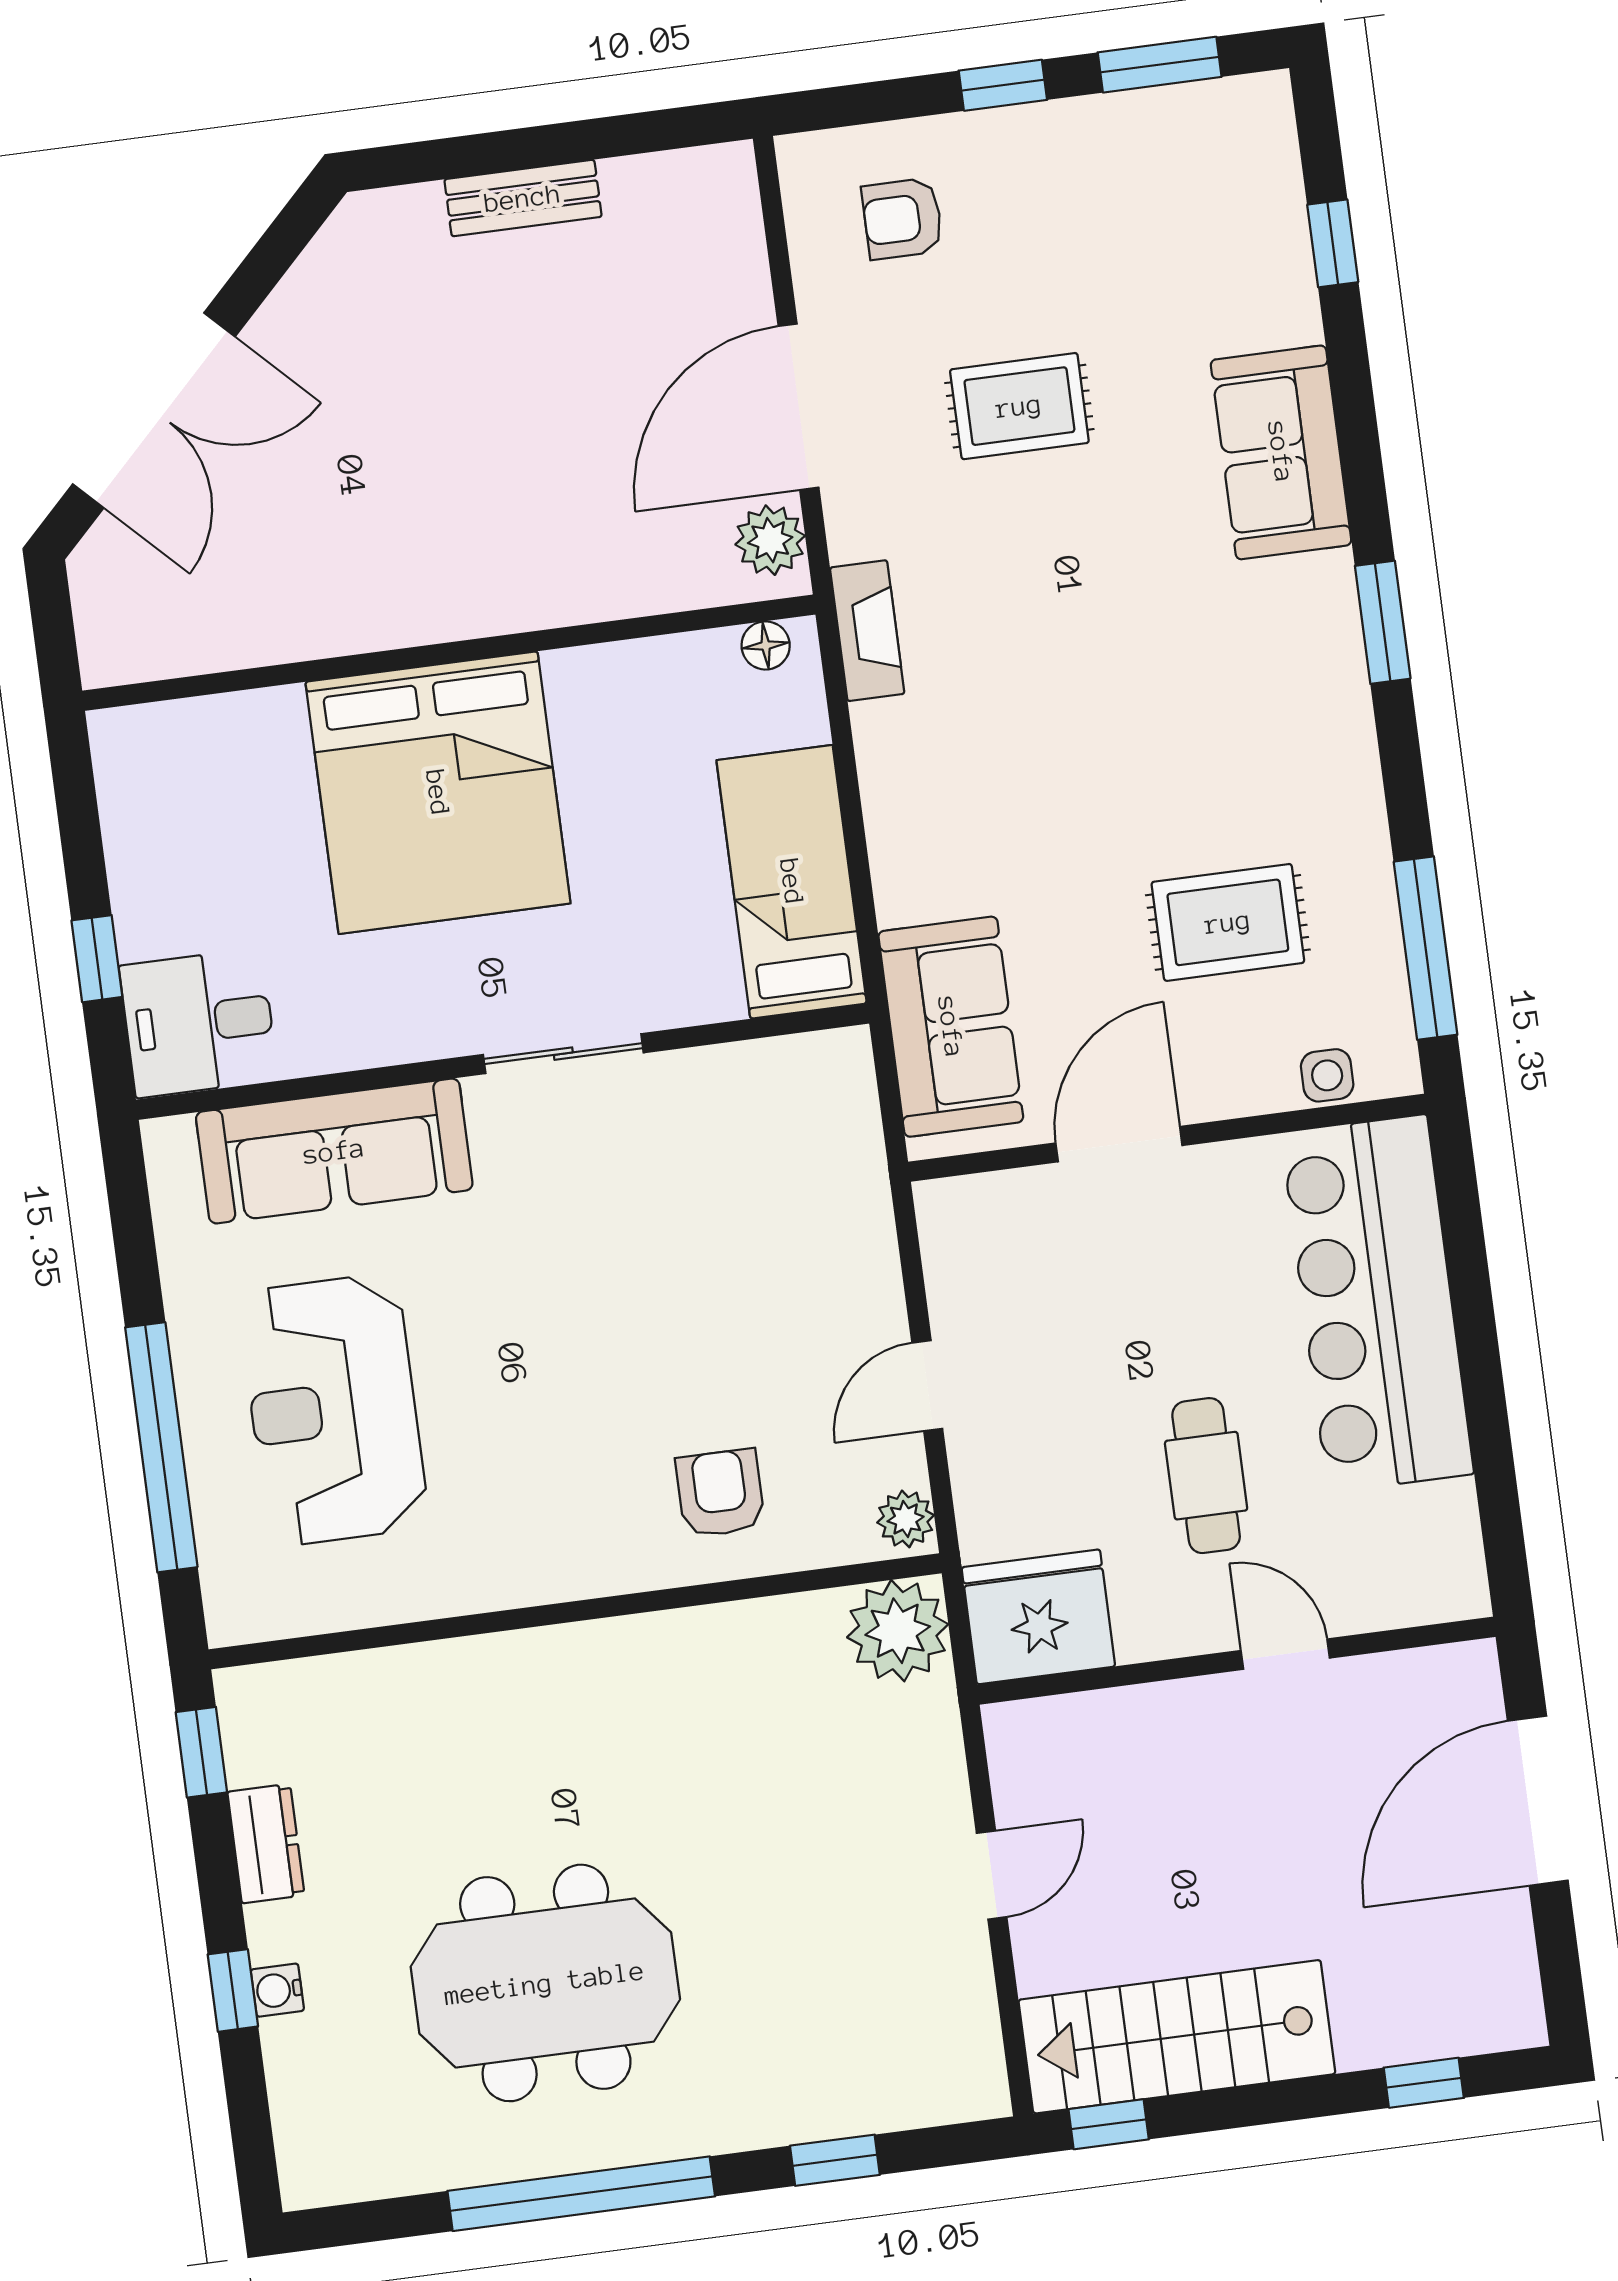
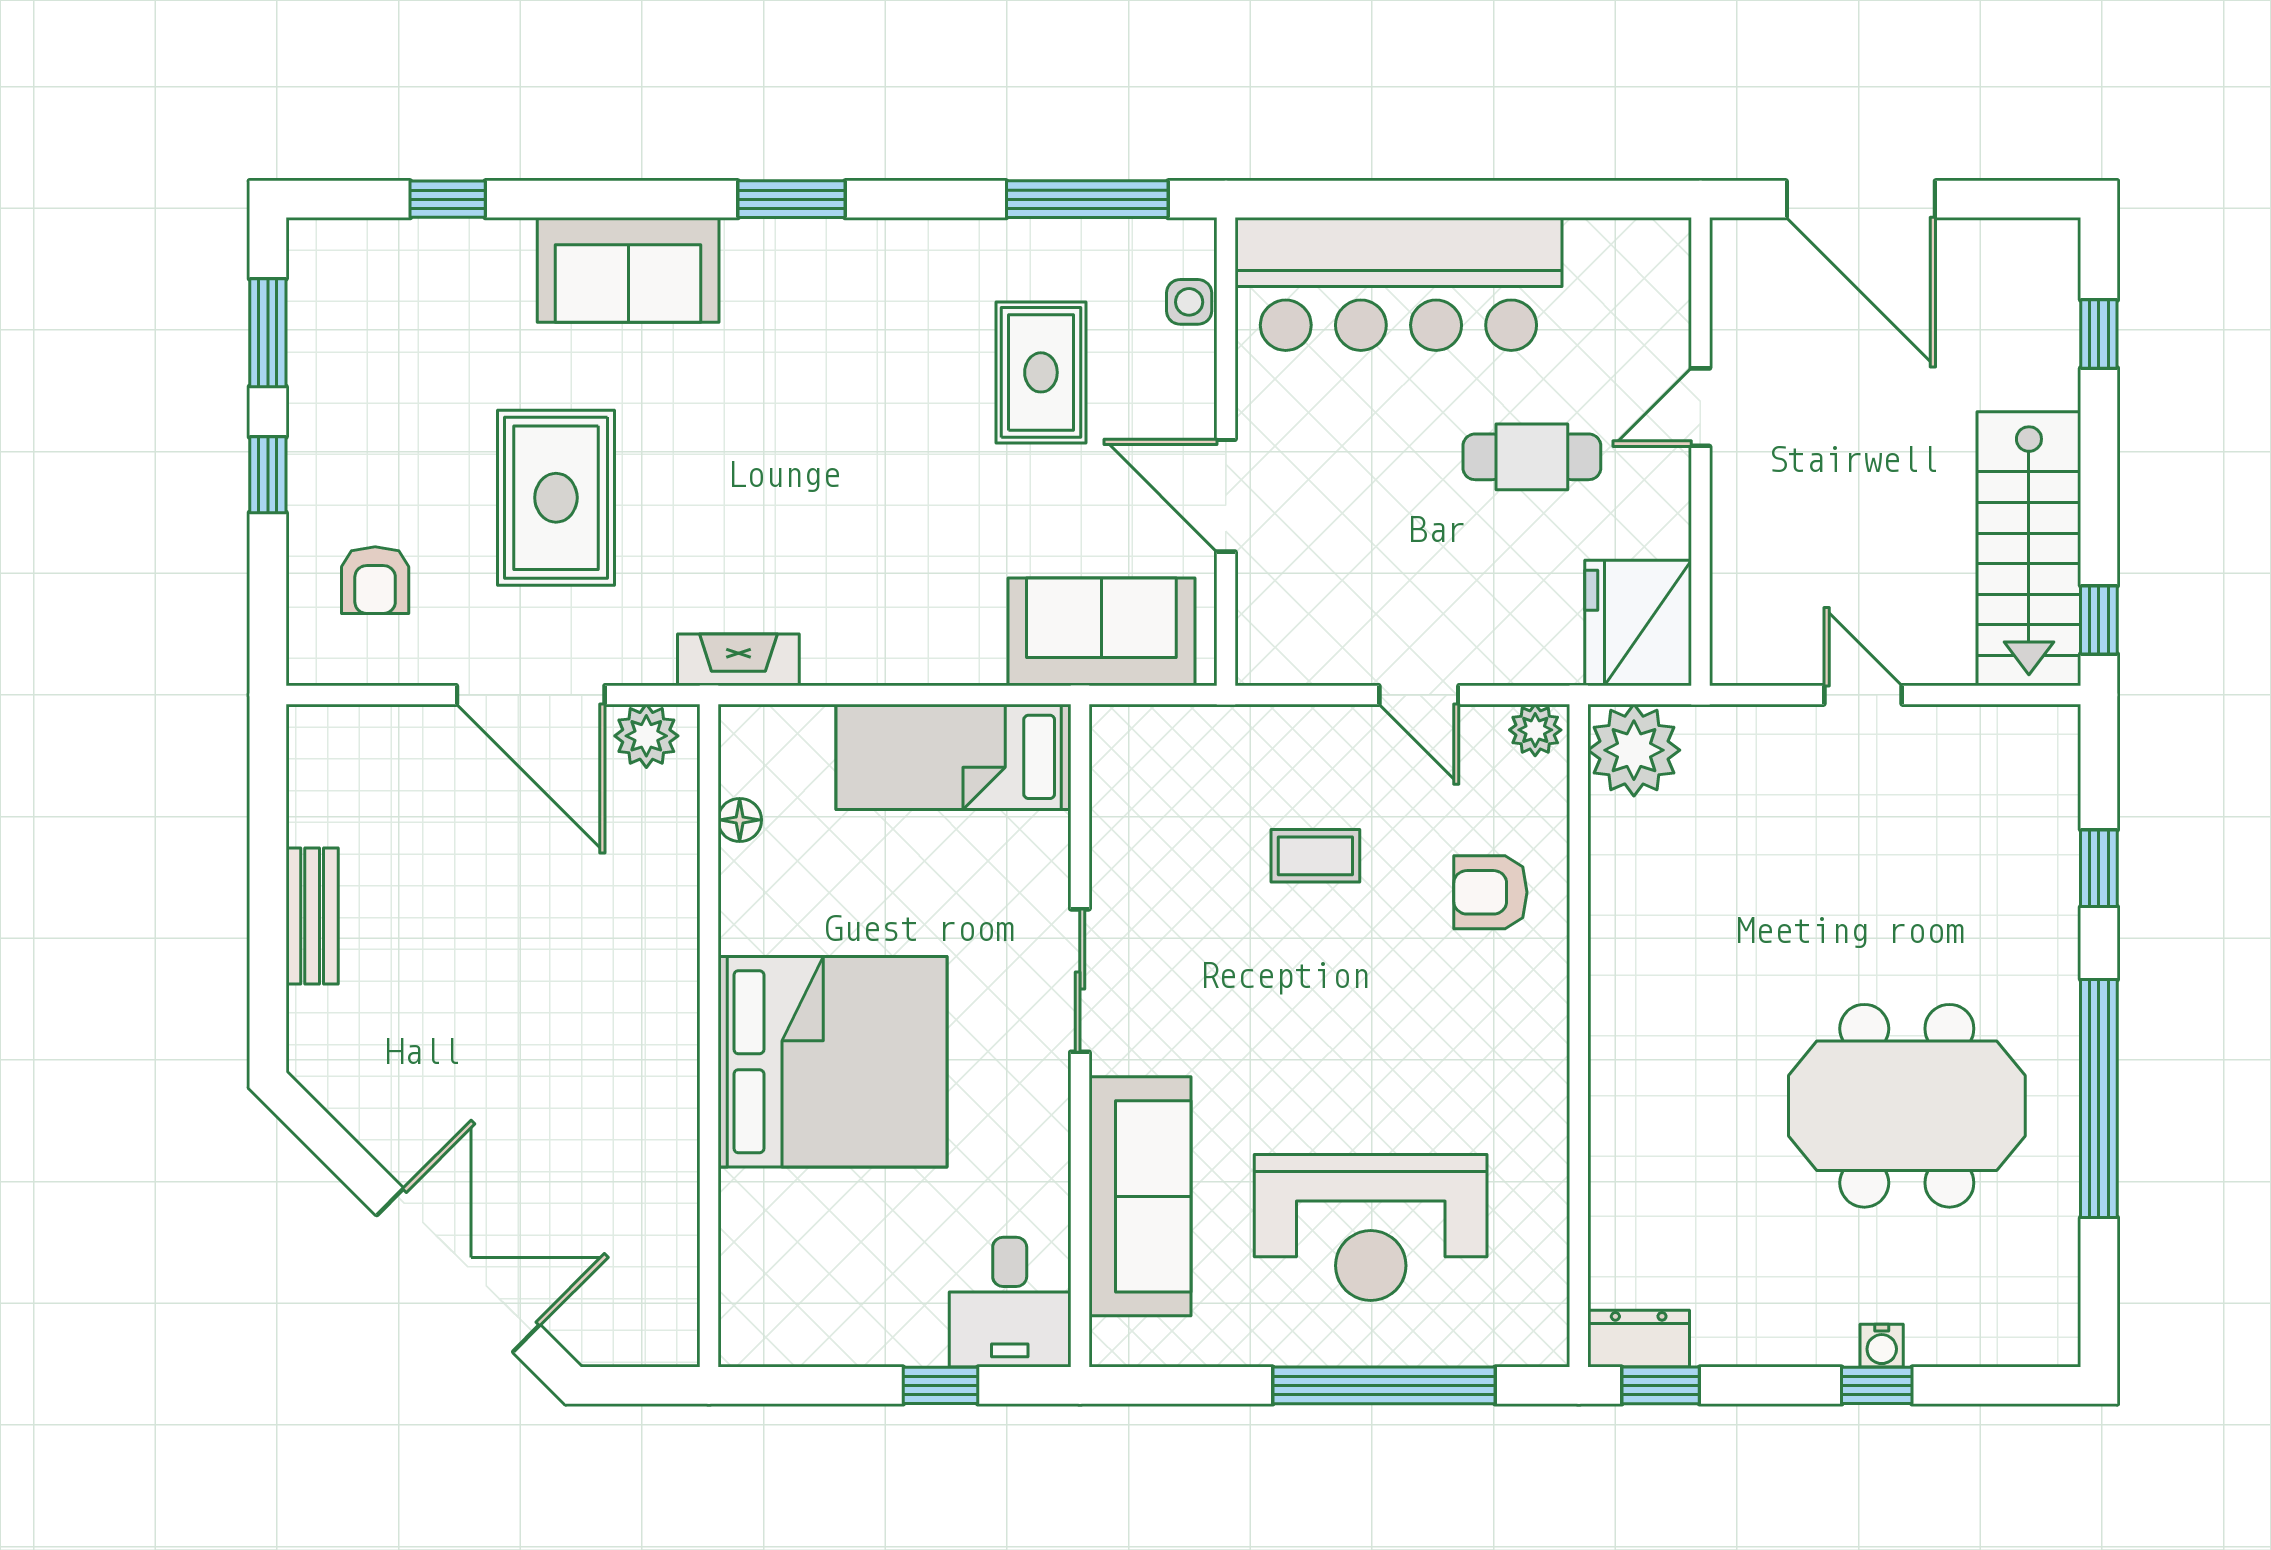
rug: (1019, 406) -> (556, 498), width x1.36, depth x1.43
floor lamp: (766, 645) -> (740, 820), moved
coffee table: (735, 1295) -> (1315, 856), added
dresser: (266, 1844) -> (1639, 1339), moved
meeting table: (545, 1983) -> (1907, 1106), turned 90

